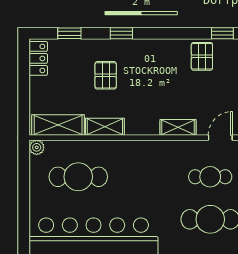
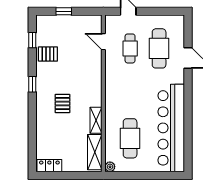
window: (69, 33) -> (32, 144), removed
window: (121, 33) -> (32, 84), moved
pallet: (106, 75) -> (62, 103), moved, turned 90
shelving: (178, 127) -> (96, 70), removed

